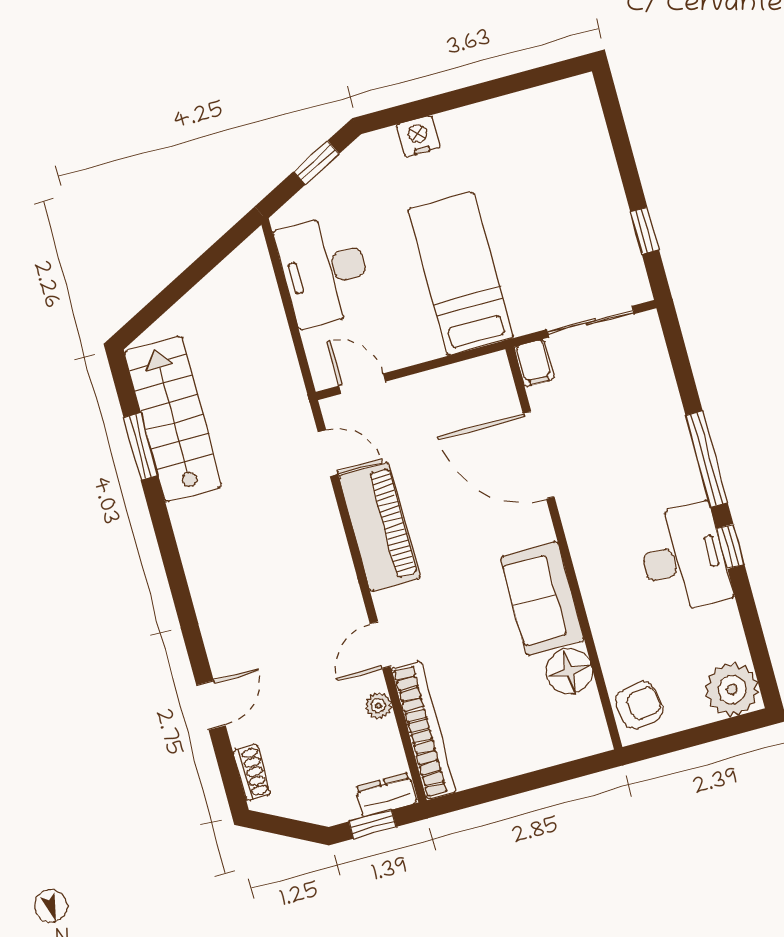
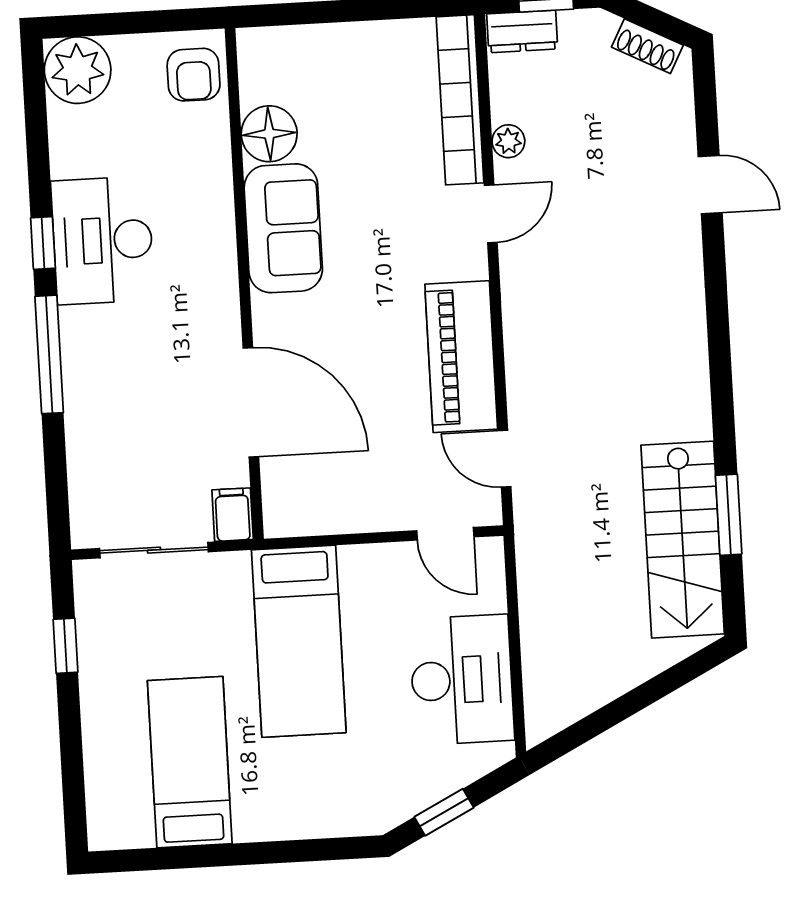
nightstand: (418, 136) -> (314, 818), removed
bed: (526, 160) -> (190, 762), added
door: (211, 705) -> (710, 185), swing flipped
armchair: (639, 705) -> (194, 75), turned -82
shoe rack: (252, 772) -> (647, 46), moved, turned -63

